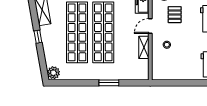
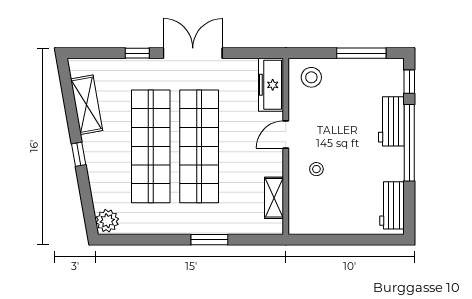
pallet: (175, 15) -> (331, 113), removed
shelving: (144, 47) -> (274, 198), moved

